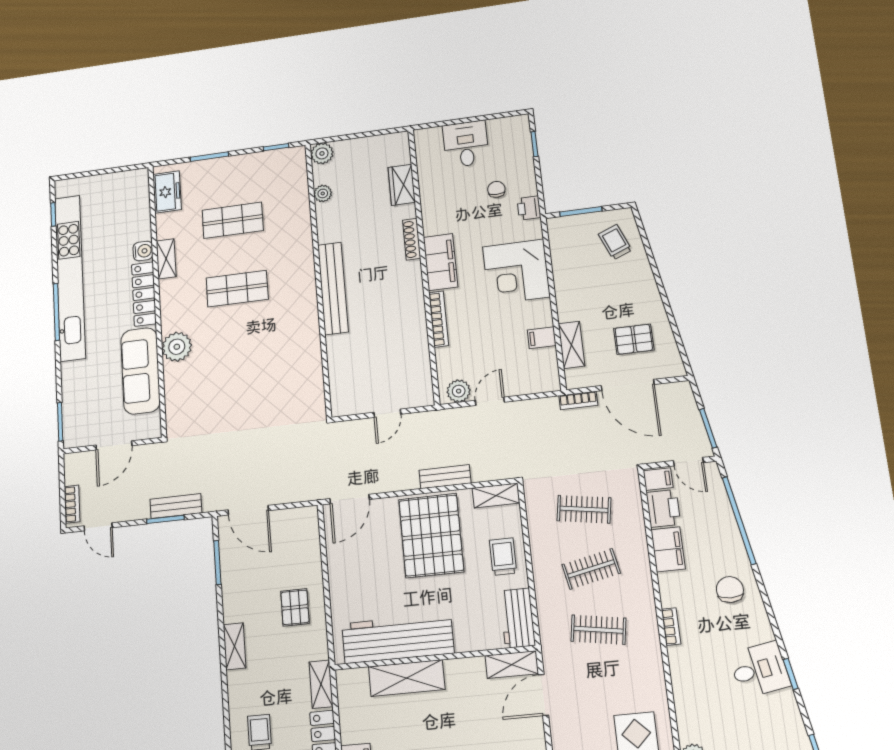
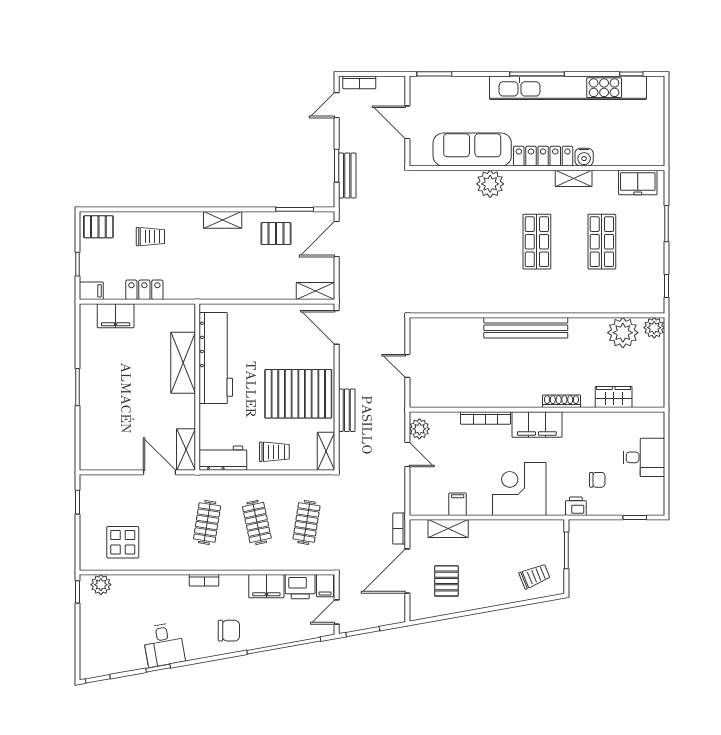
plant: (323, 193) -> (623, 333), width x1.87, depth x1.87
pallet: (295, 607) -> (276, 234), moved
shelving: (321, 684) -> (316, 291), moved

